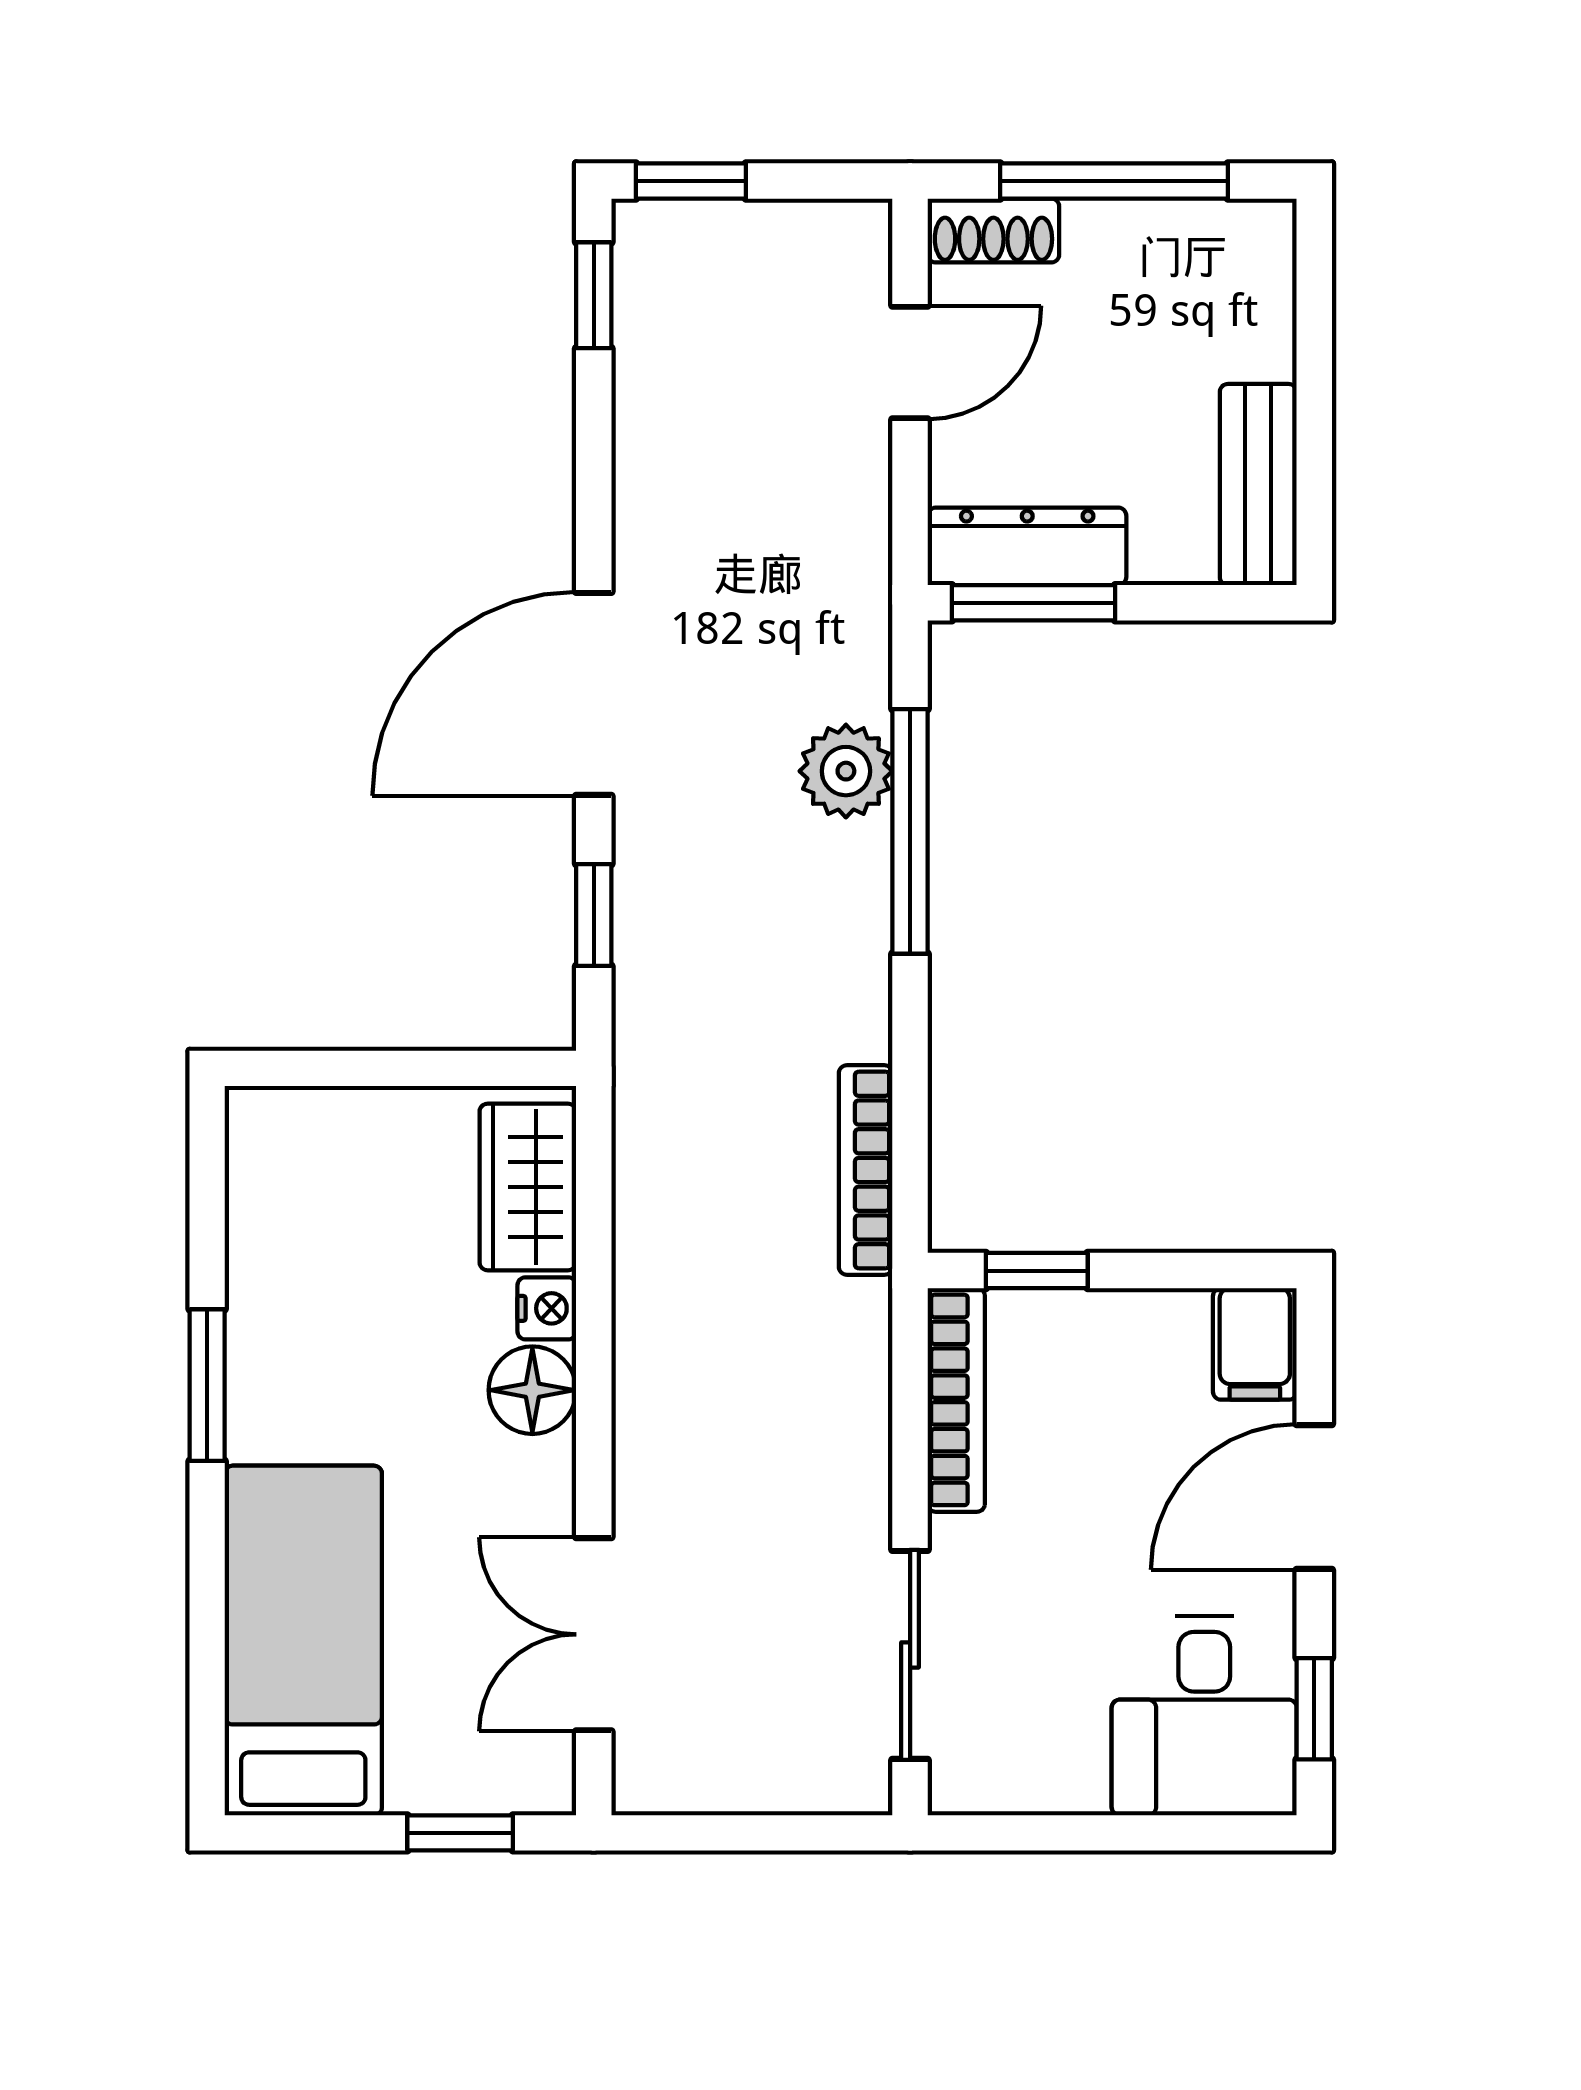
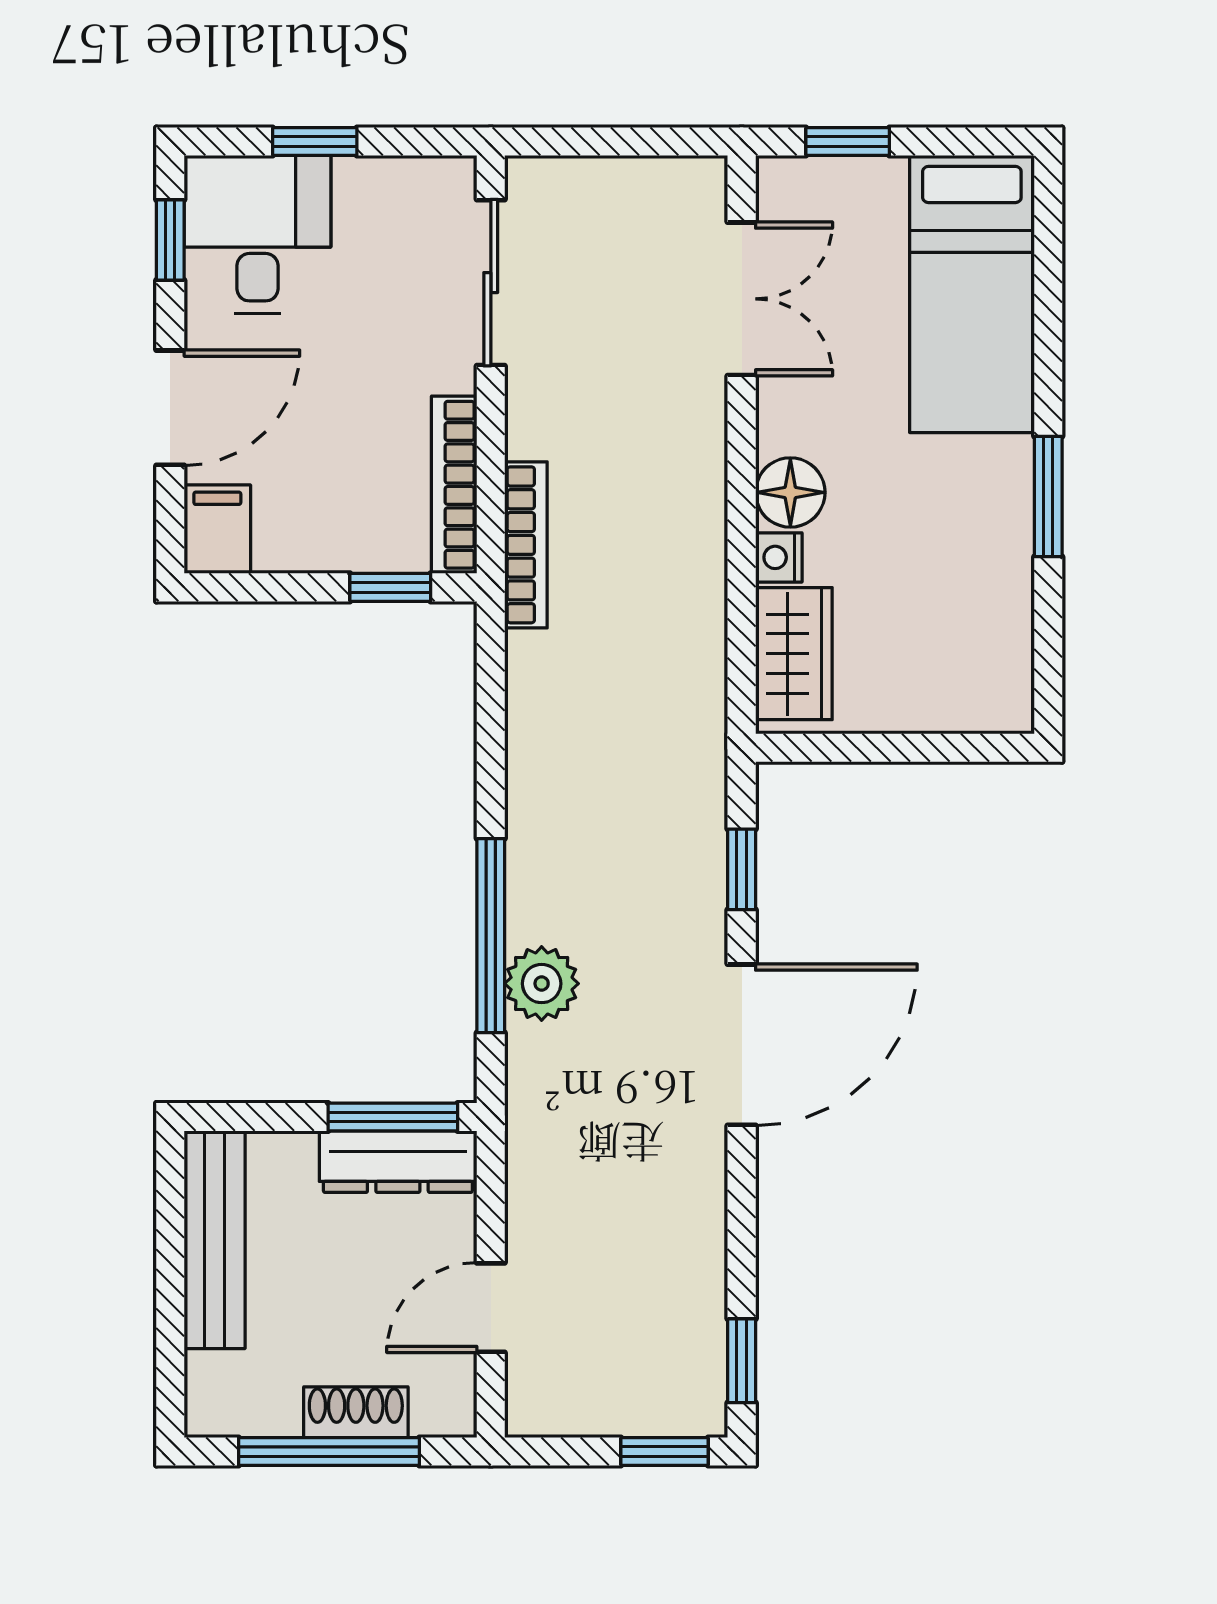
shoe rack: (993, 230) -> (356, 1412), moved
bench: (1258, 485) -> (215, 1240), width x1.36
bookcase: (866, 1170) -> (526, 545), moved
window: (1132, 1833) -> (315, 141), added

